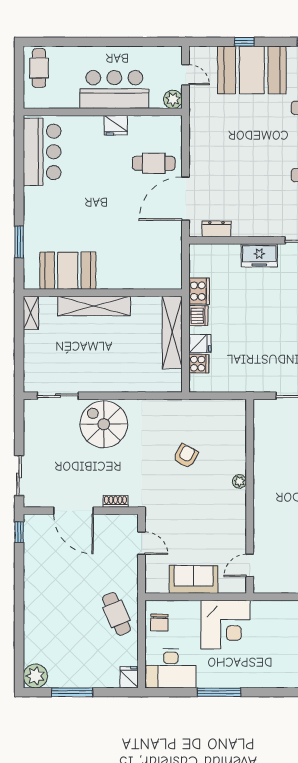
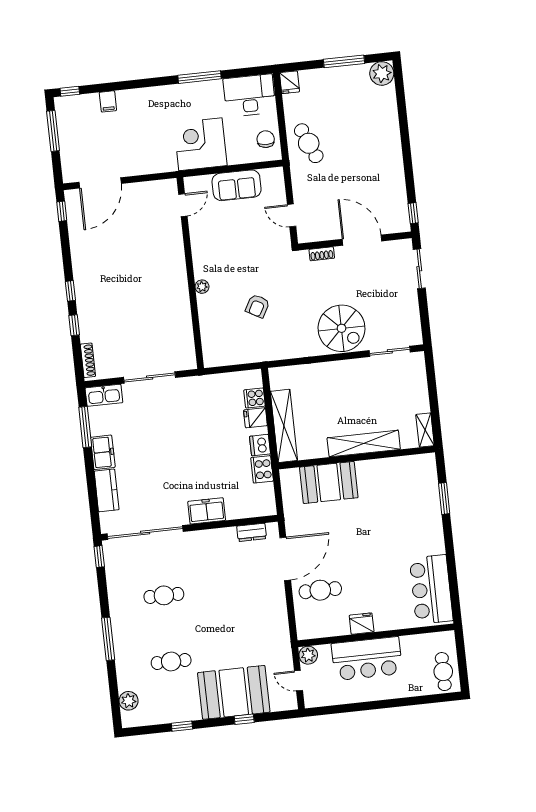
booth: (68, 271) -> (329, 482), moved

